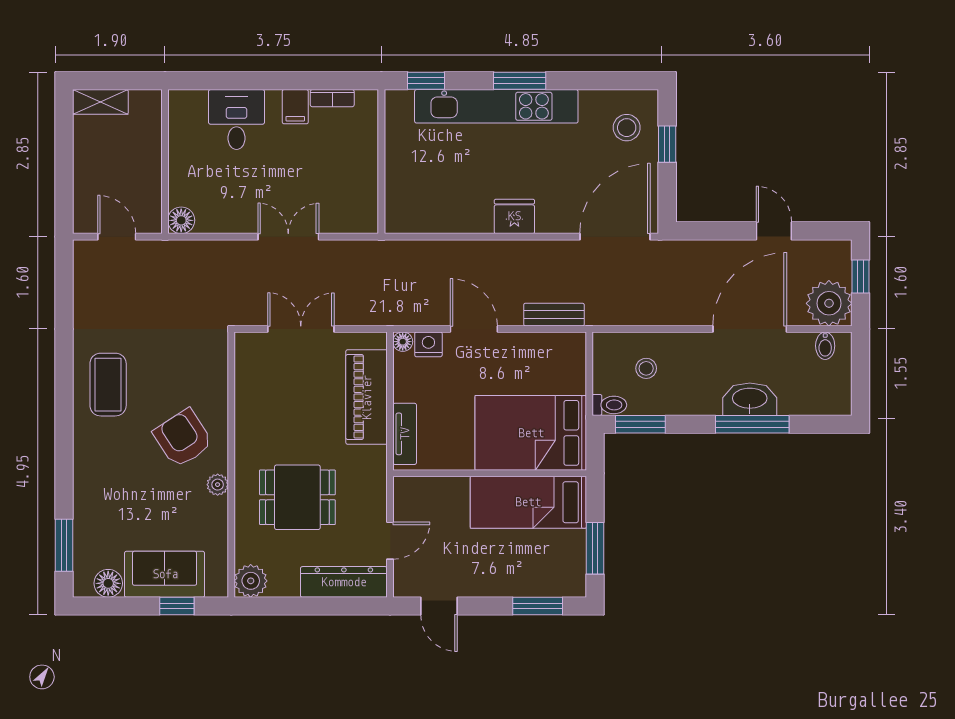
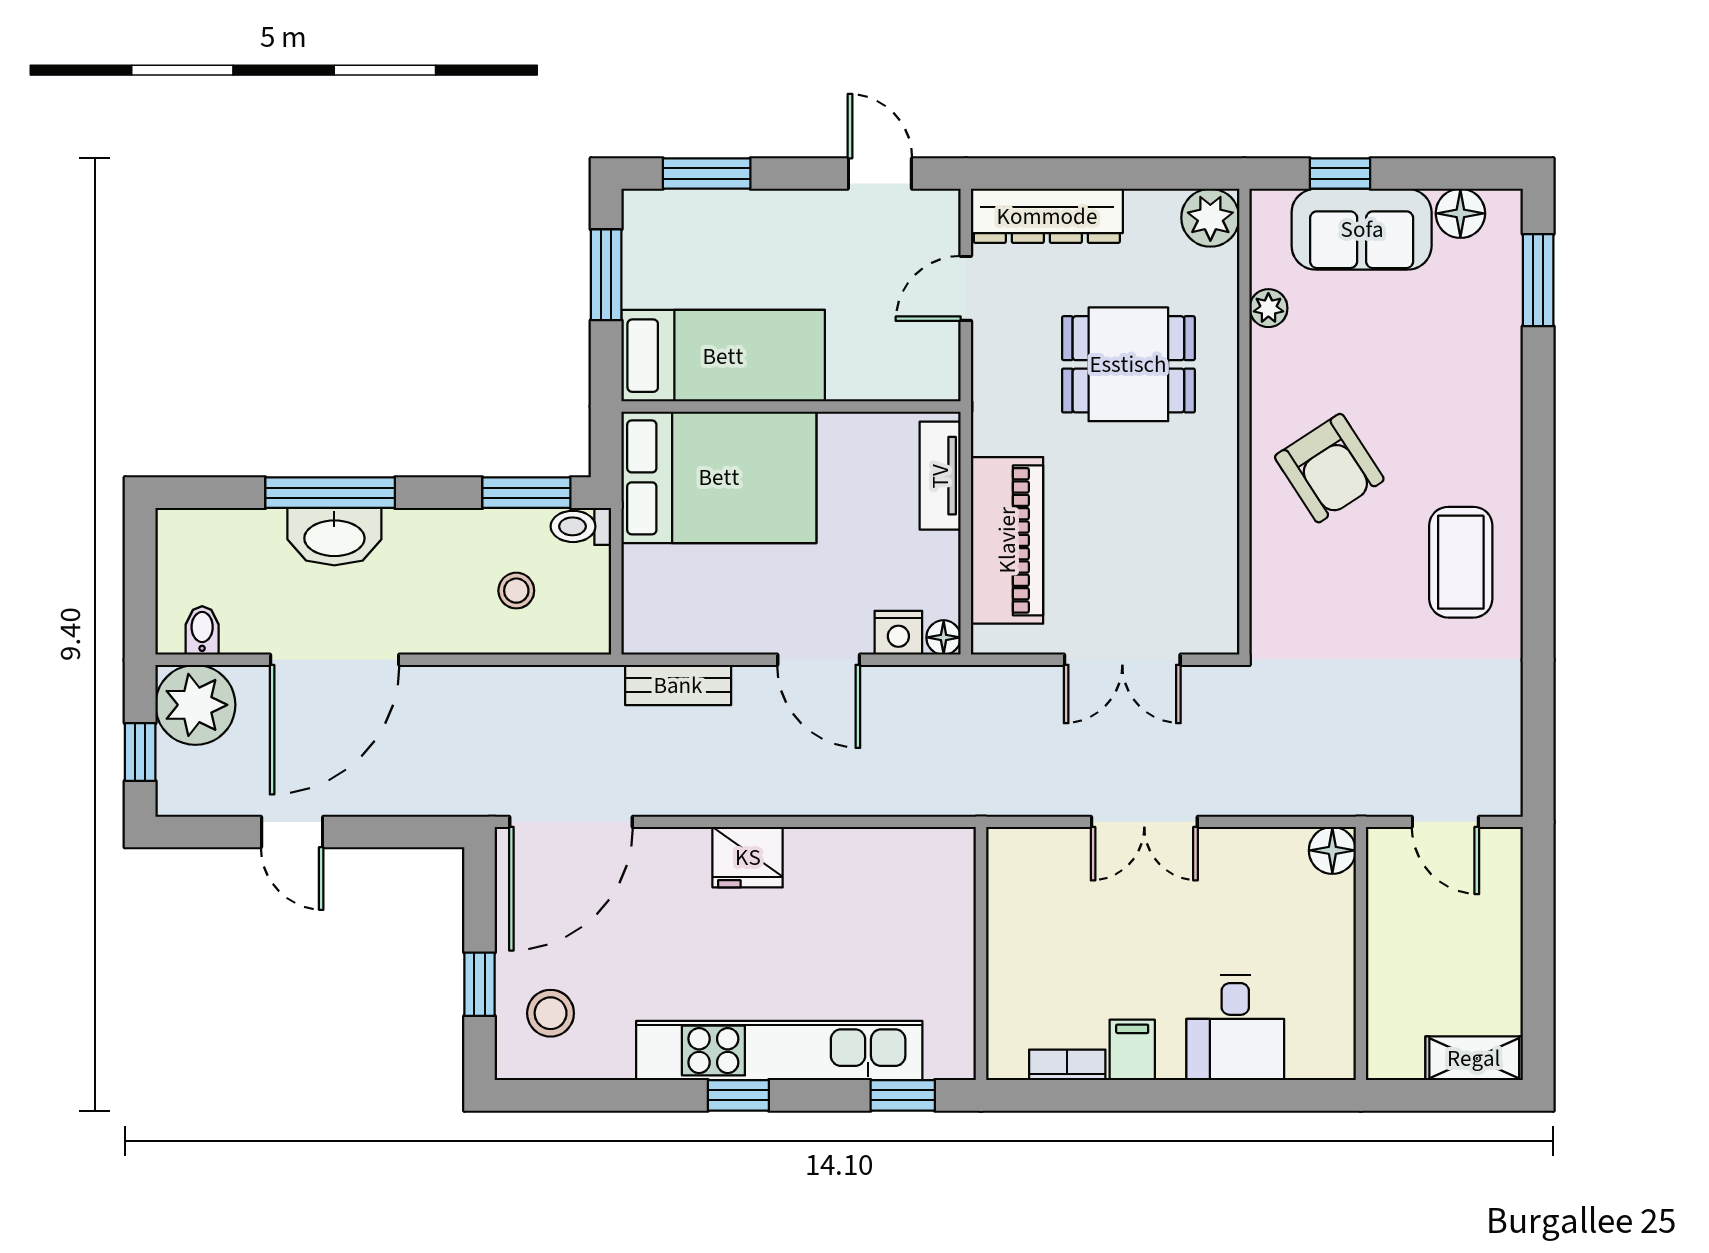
window: (520, 81) -> (738, 1095), width x0.67
plant: (218, 485) -> (1268, 308), moved

